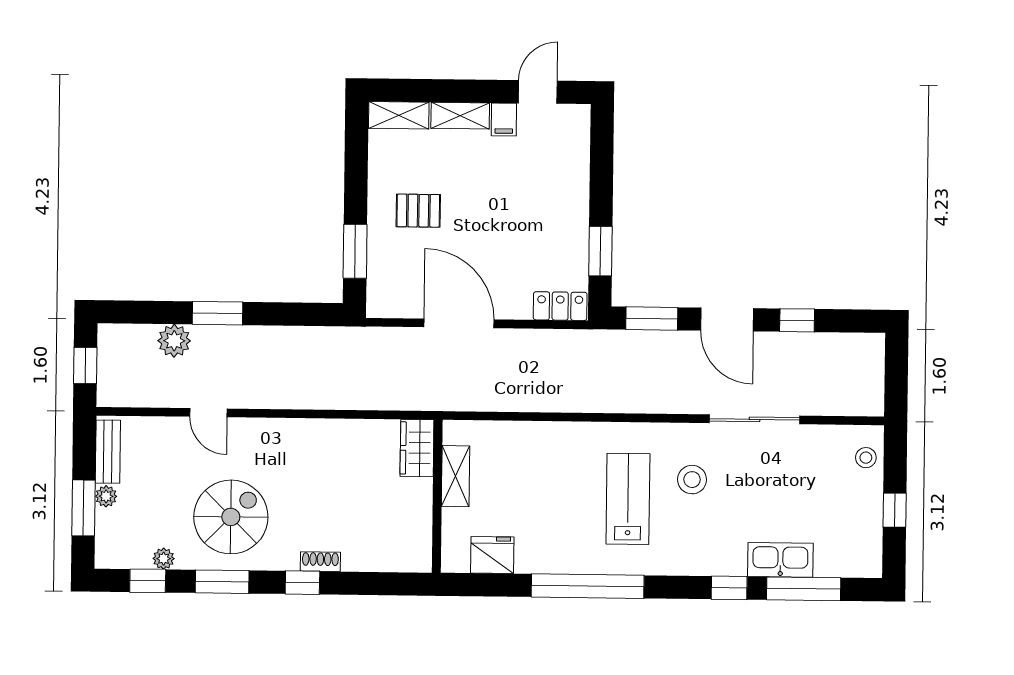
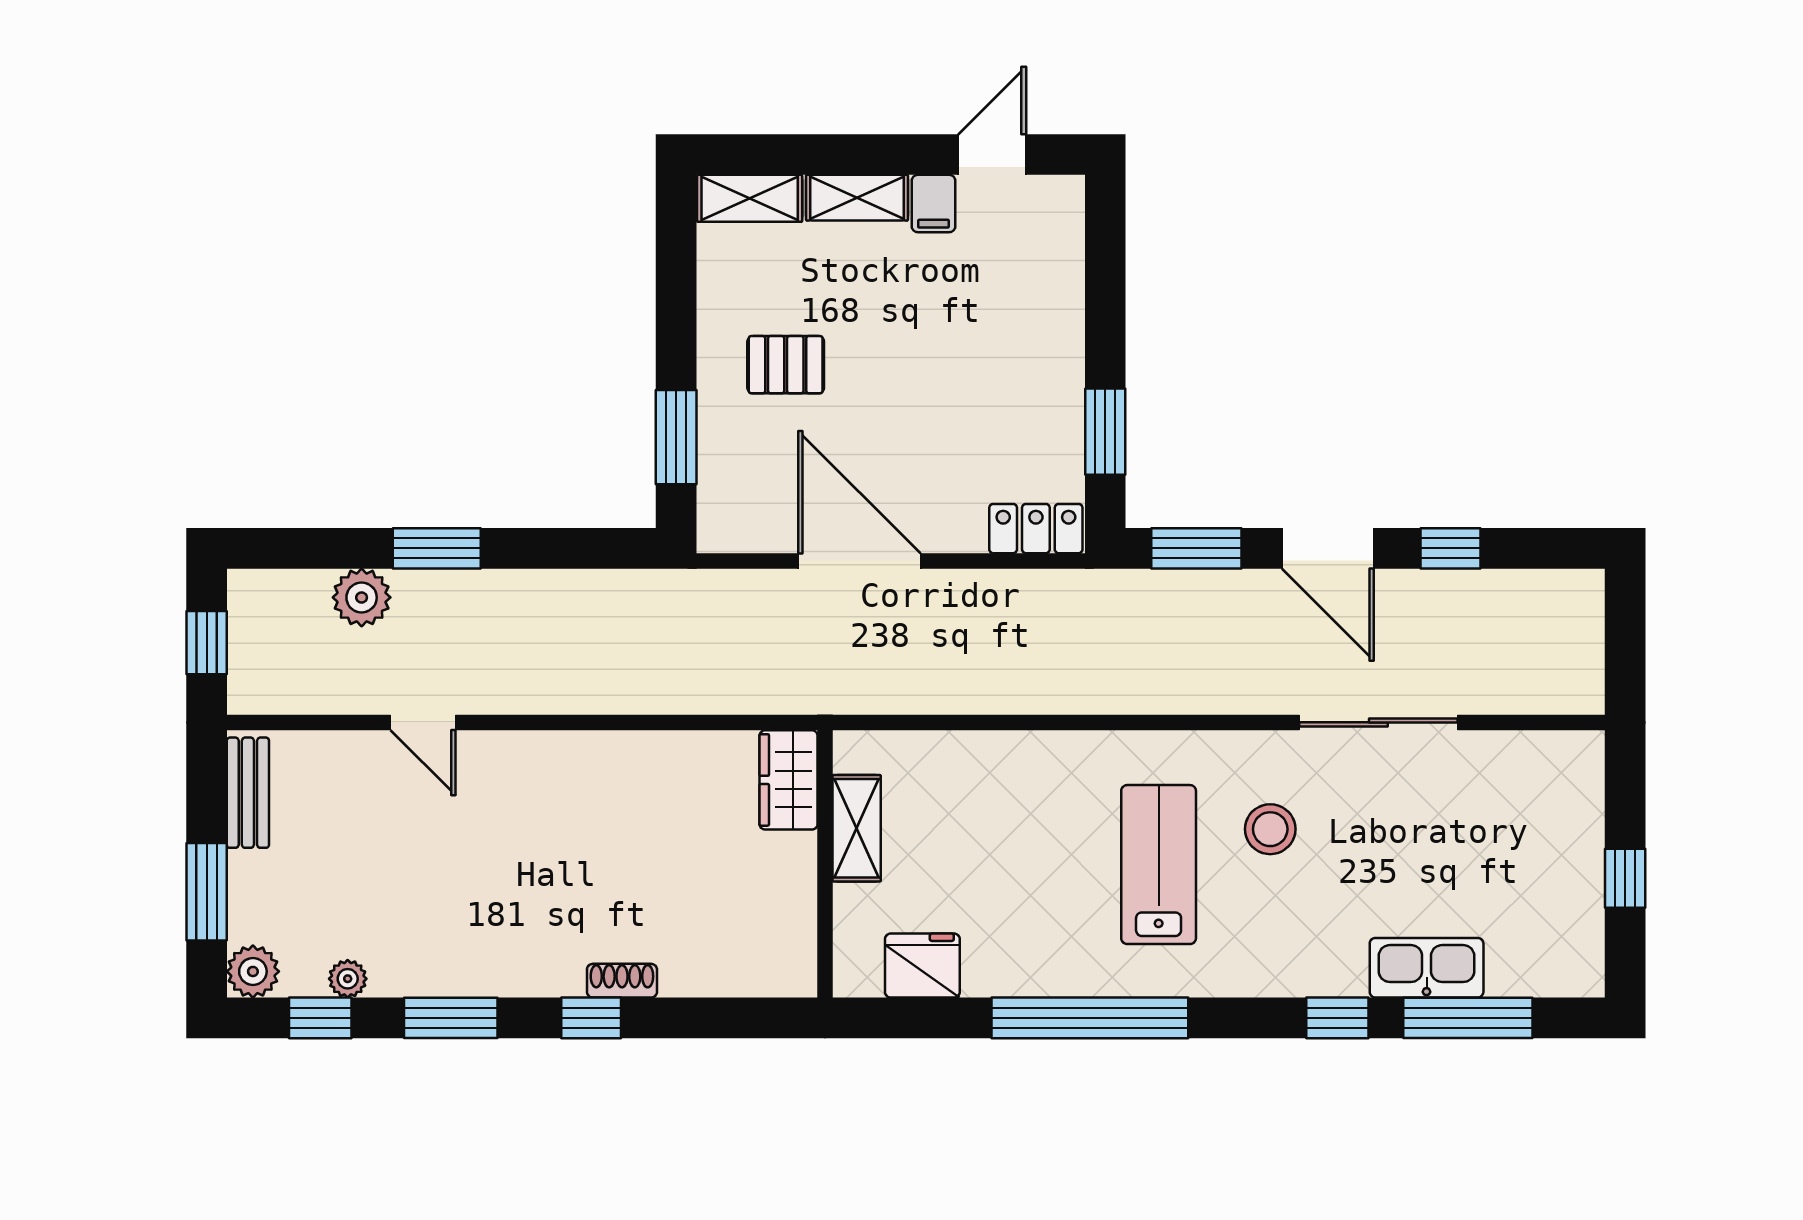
stool: (866, 458) -> (1574, 787), removed
plant: (106, 496) -> (253, 971), moved, width x1.38, depth x1.38
spiral stairs: (231, 517) -> (464, 904), removed

